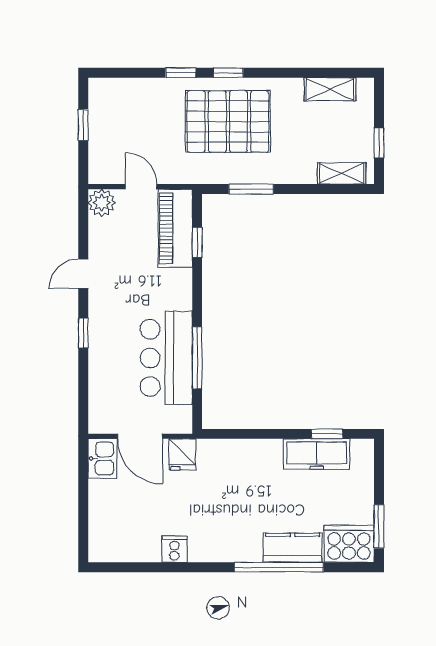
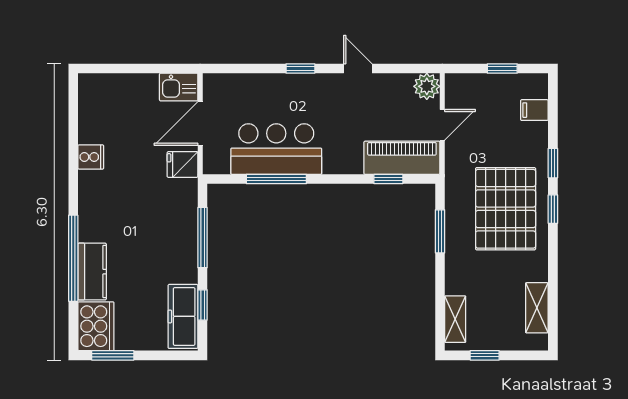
filing cabinet: (126, 92) -> (534, 110), added
window: (258, 434) -> (203, 238), added
freezer: (317, 454) -> (183, 316), moved

